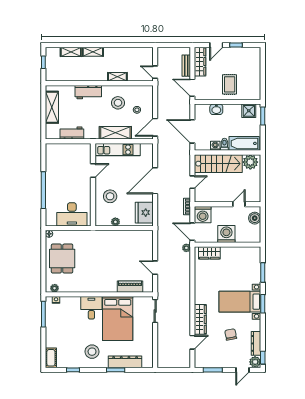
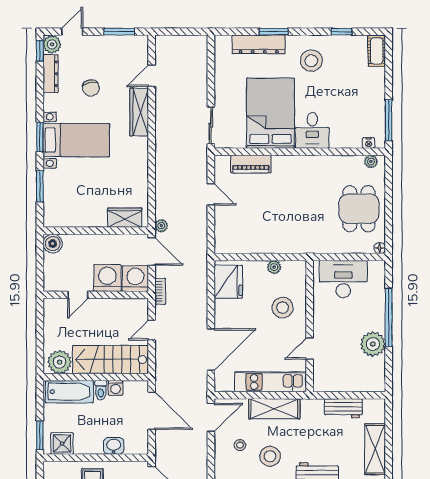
plant: (53, 173) -> (373, 344), added
door: (155, 181) -> (211, 349), moved
boiler: (255, 218) -> (53, 244), moved
washing machine: (226, 234) -> (107, 278), moved, turned 180

